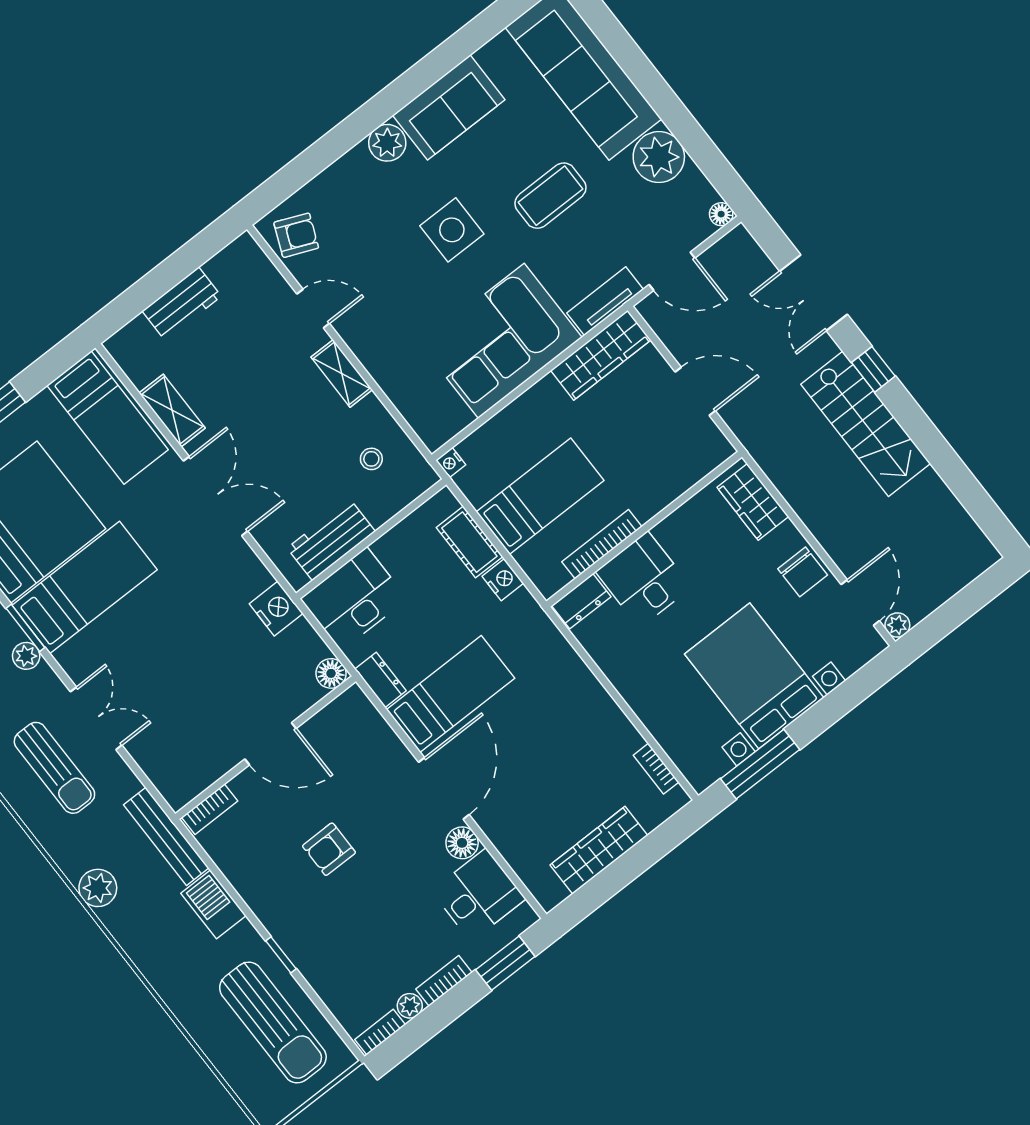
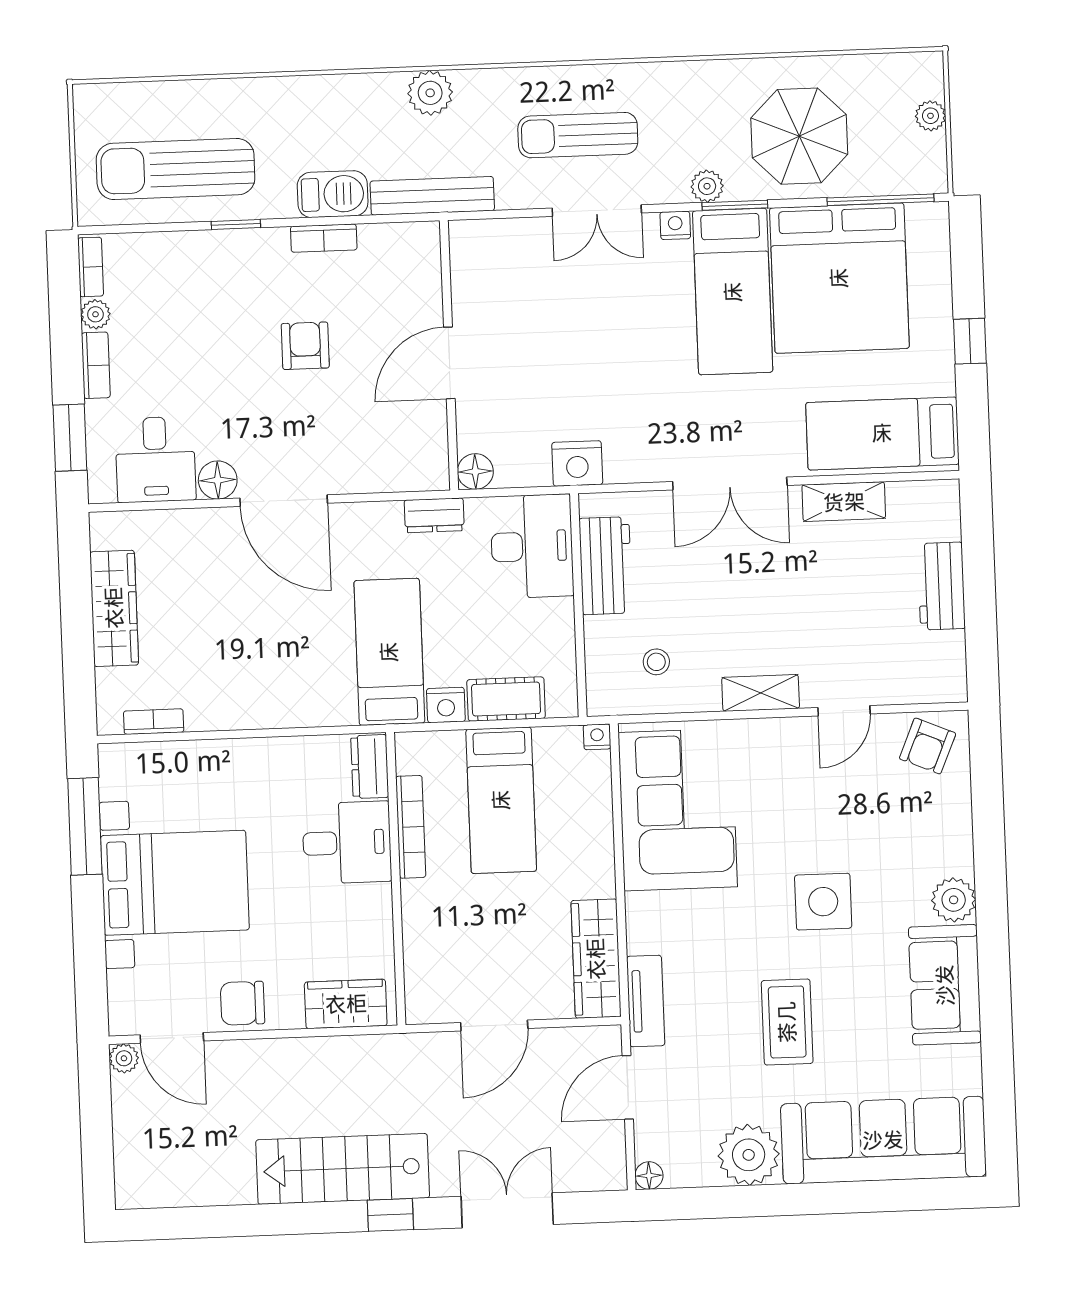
corner sofa: (501, 341) -> (678, 810), moved
nightstand: (68, 658) -> (675, 225), added
bed: (451, 694) -> (389, 652), moved, turned 180
bookcase: (210, 809) -> (324, 238), moved, turned -90

